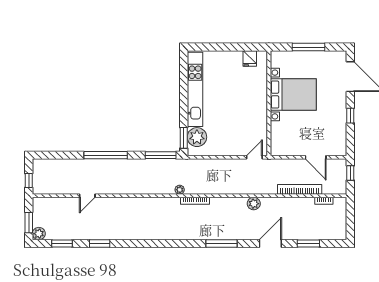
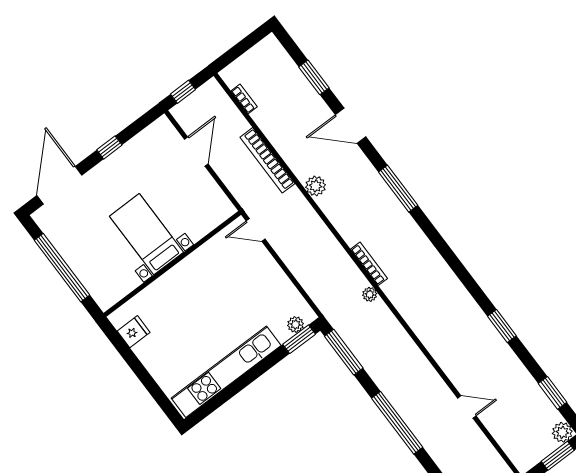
window: (308, 47) -> (62, 268), width x1.46
bed with nightstands: (293, 95) -> (147, 234), width x0.73
plant: (197, 137) -> (295, 324), width x0.53, depth x0.53
bookcase: (300, 189) -> (267, 160), moved
window: (100, 244) -> (502, 326), moved

